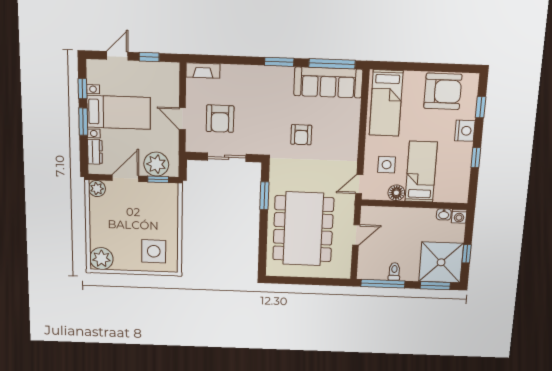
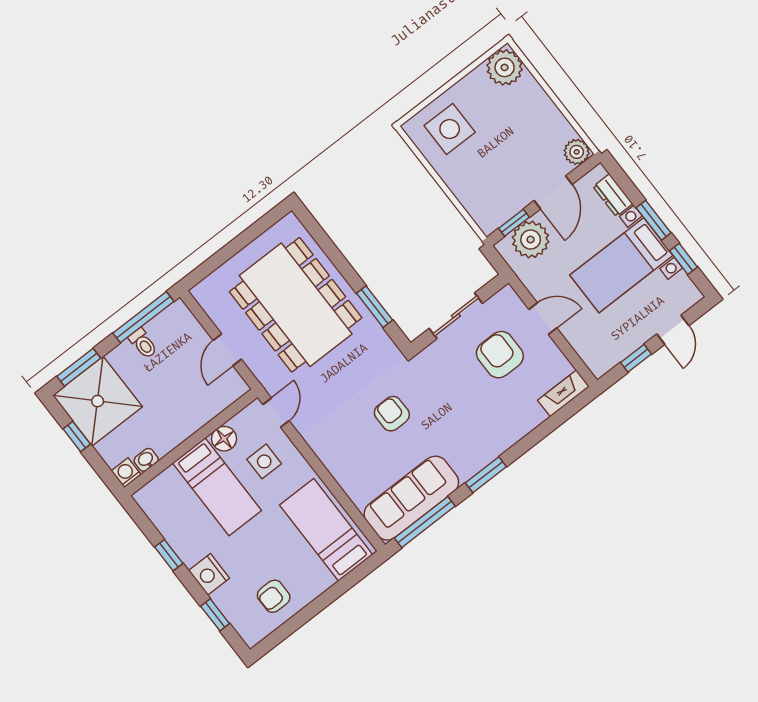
armchair: (443, 91) -> (274, 596), width x0.53, depth x0.53

